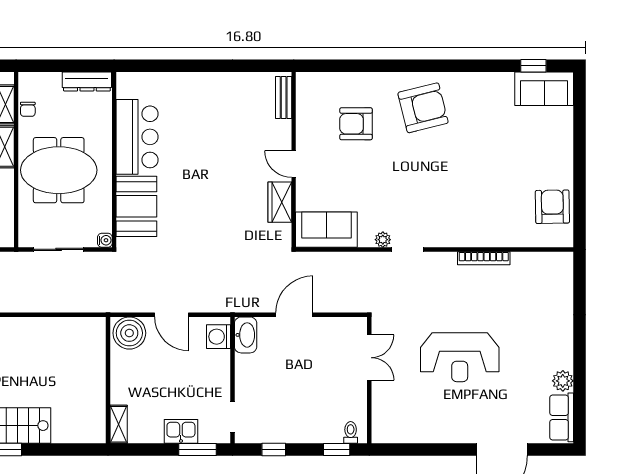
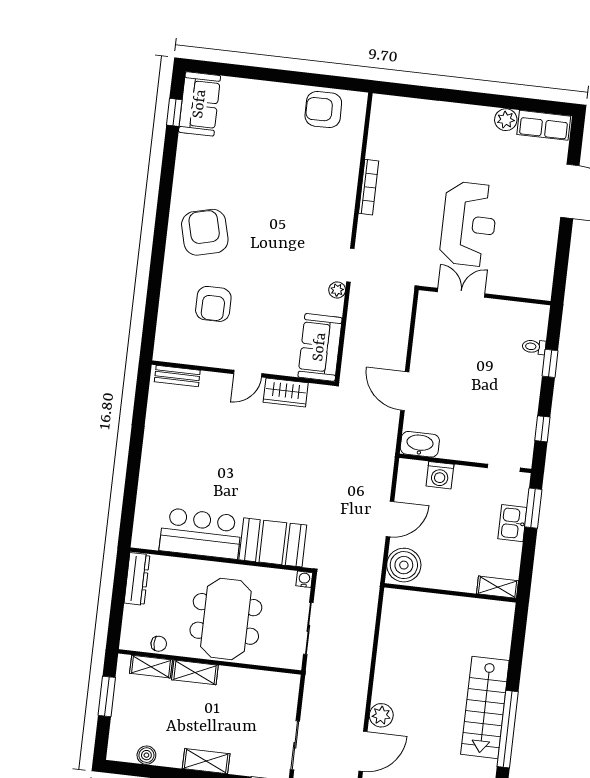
washing machine: (218, 337) -> (440, 475), moved
double door: (369, 358) -> (461, 293), moved
wall: (369, 380) -> (485, 296), moved

